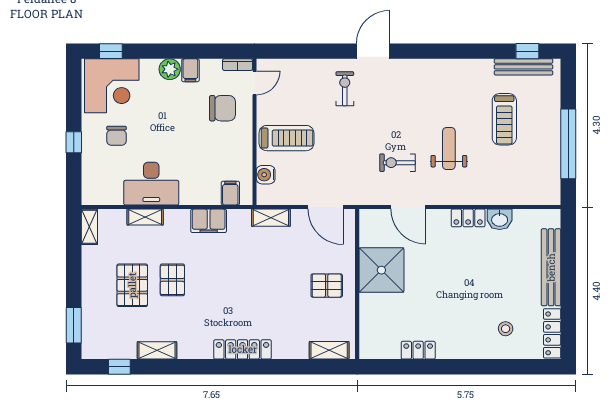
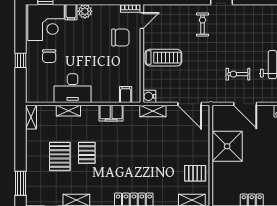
filing cabinet: (190, 70) -> (71, 12), moved
water cooler: (266, 175) -> (149, 96), moved
pallet: (327, 286) -> (195, 173), moved

